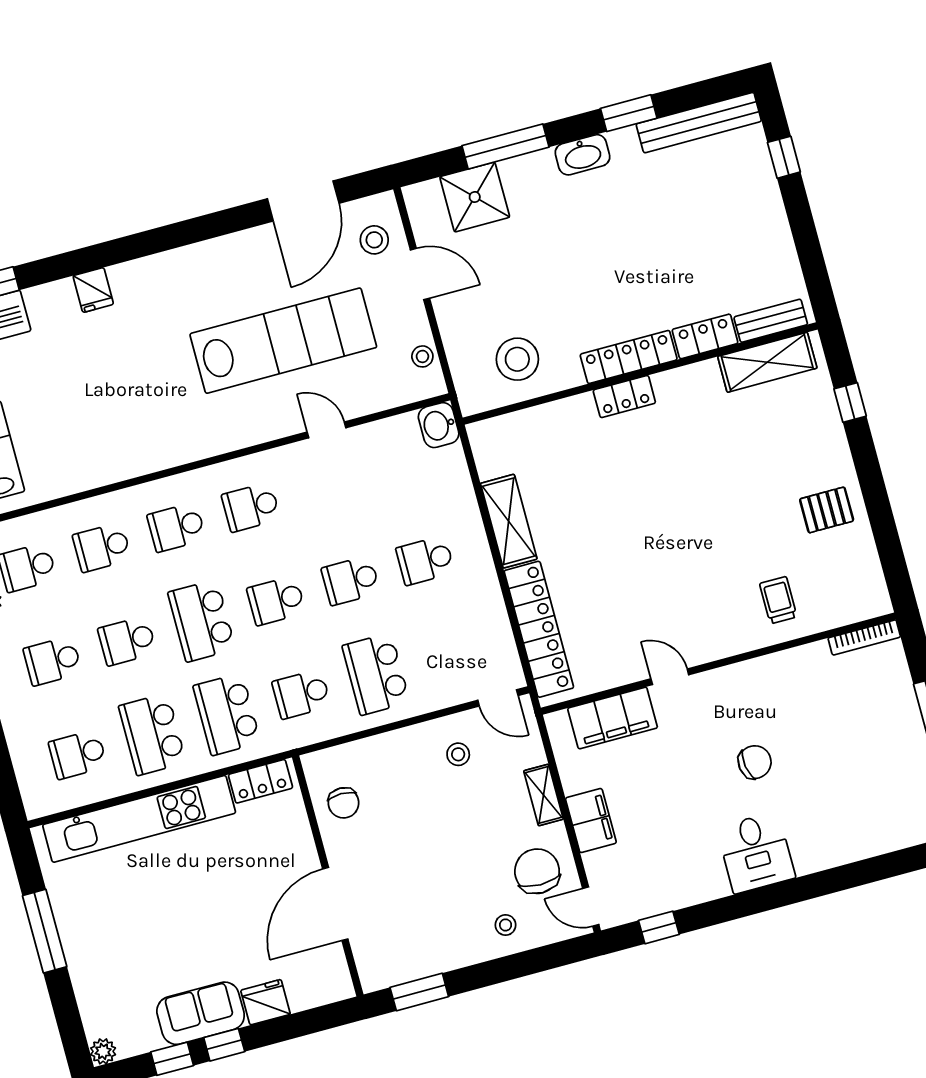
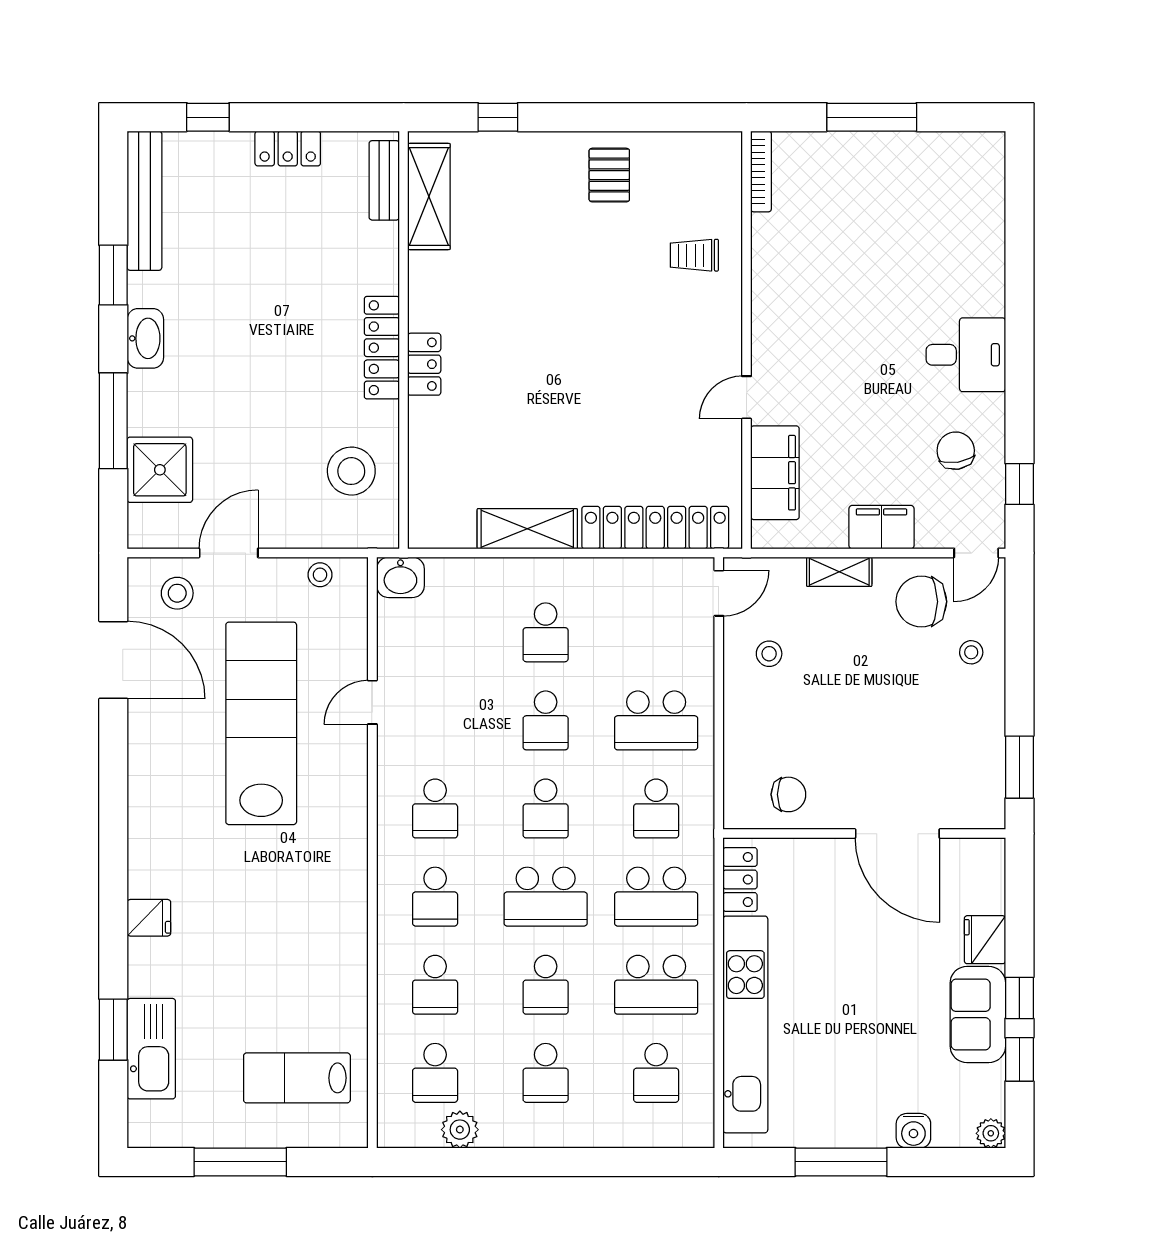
locker: (705, 336) -> (288, 148), moved, turned -90
chair: (755, 762) -> (956, 451), moved
water cooler: (88, 985) -> (913, 1131), added

